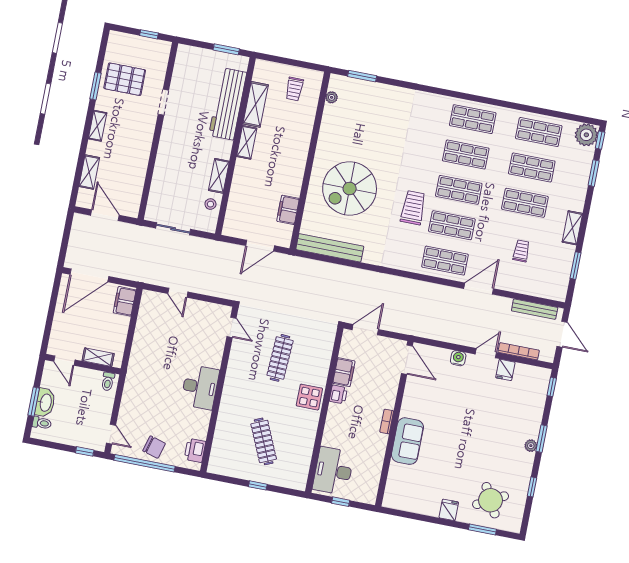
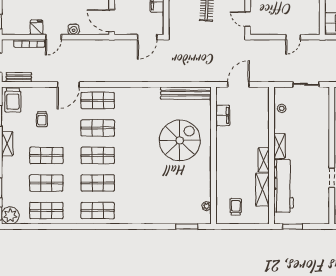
shelving: (219, 176) -> (279, 146), moved
trolley: (413, 208) -> (13, 100), moved
door: (178, 293) -> (293, 37), swing flipped
bench: (535, 309) -> (19, 77), width x0.73

